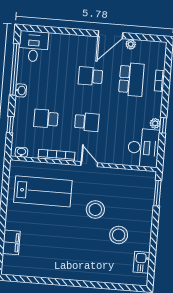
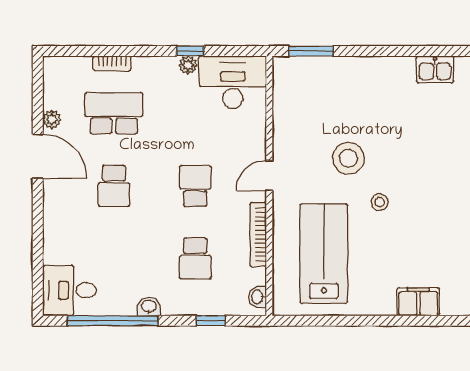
stool: (119, 235) -> (380, 202), moved, width x0.53, depth x0.53

